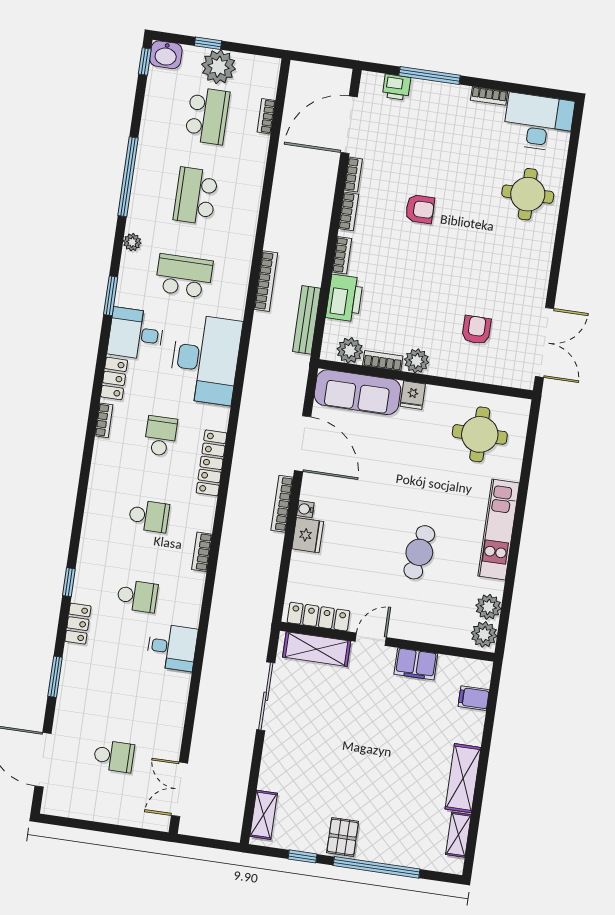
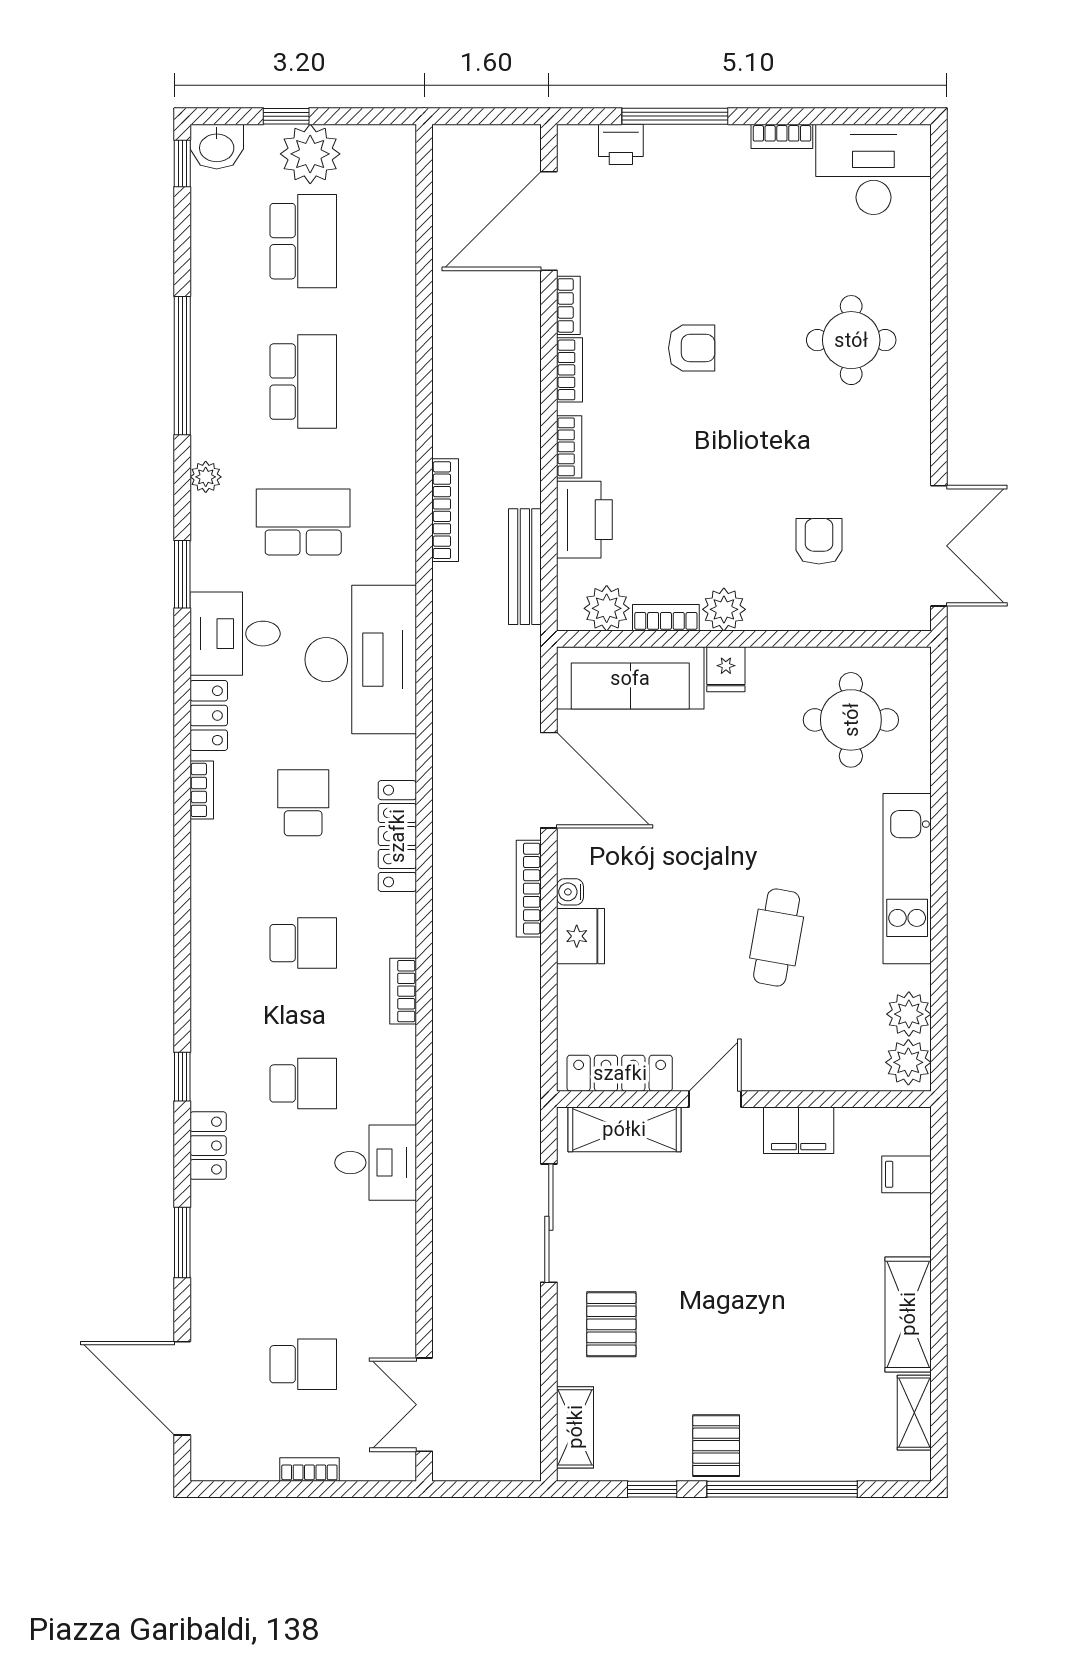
bookcase: (266, 116) -> (309, 1470), moved, turned 90
round table: (528, 194) -> (851, 340), moved
school desk: (196, 196) -> (303, 382), turned 180
pallet: (293, 759) -> (611, 1324), added

